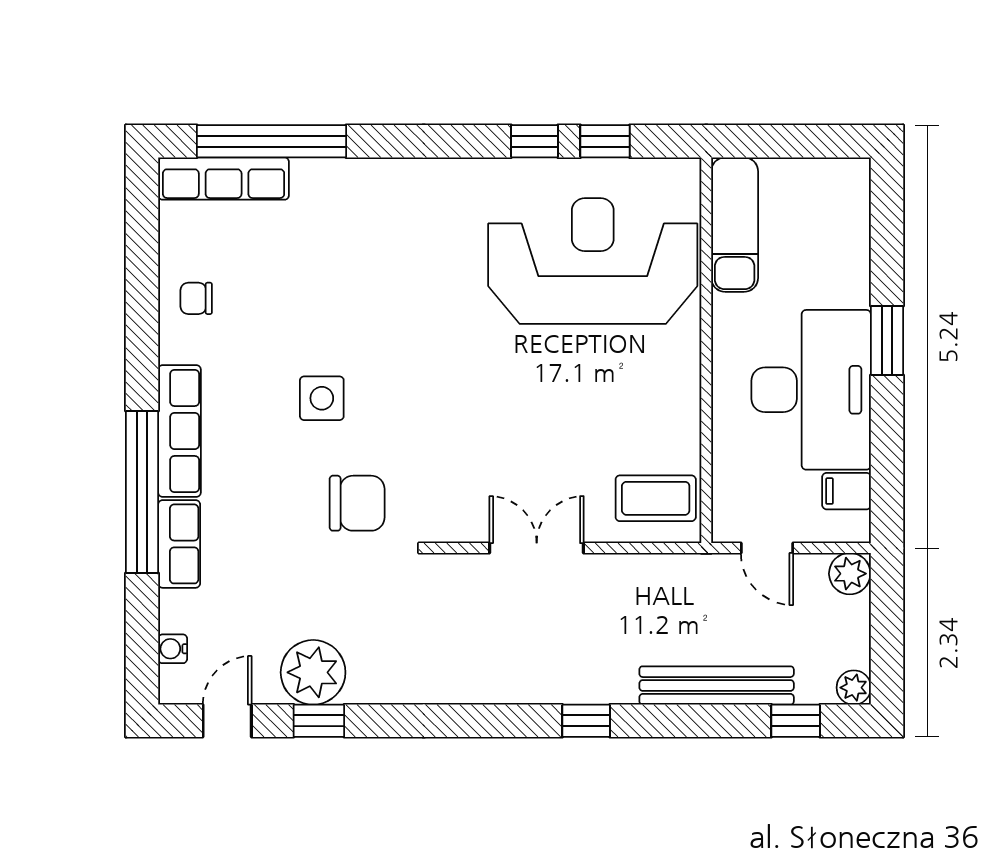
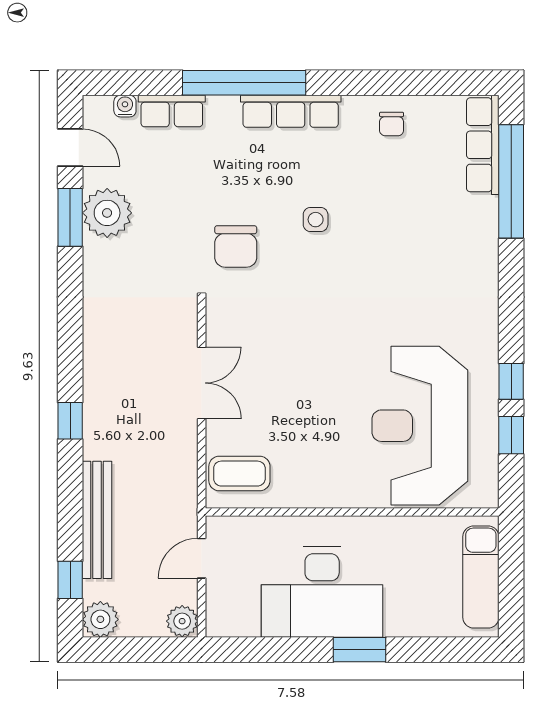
exam couch: (735, 225) -> (481, 577), moved, turned 90
reception desk: (593, 261) -> (420, 426), turned 180
chair: (196, 298) -> (392, 124), turned 180
side table: (322, 398) -> (316, 220), width x0.73, depth x0.73
filing cabinet: (847, 491) -> (245, 619), removed
coffee table: (656, 498) -> (239, 474), turned 90
row of seats: (179, 544) -> (172, 111), moved
plant: (854, 688) -> (100, 619), width x1.38, depth x1.38
window: (319, 721) -> (70, 217), width x1.50

